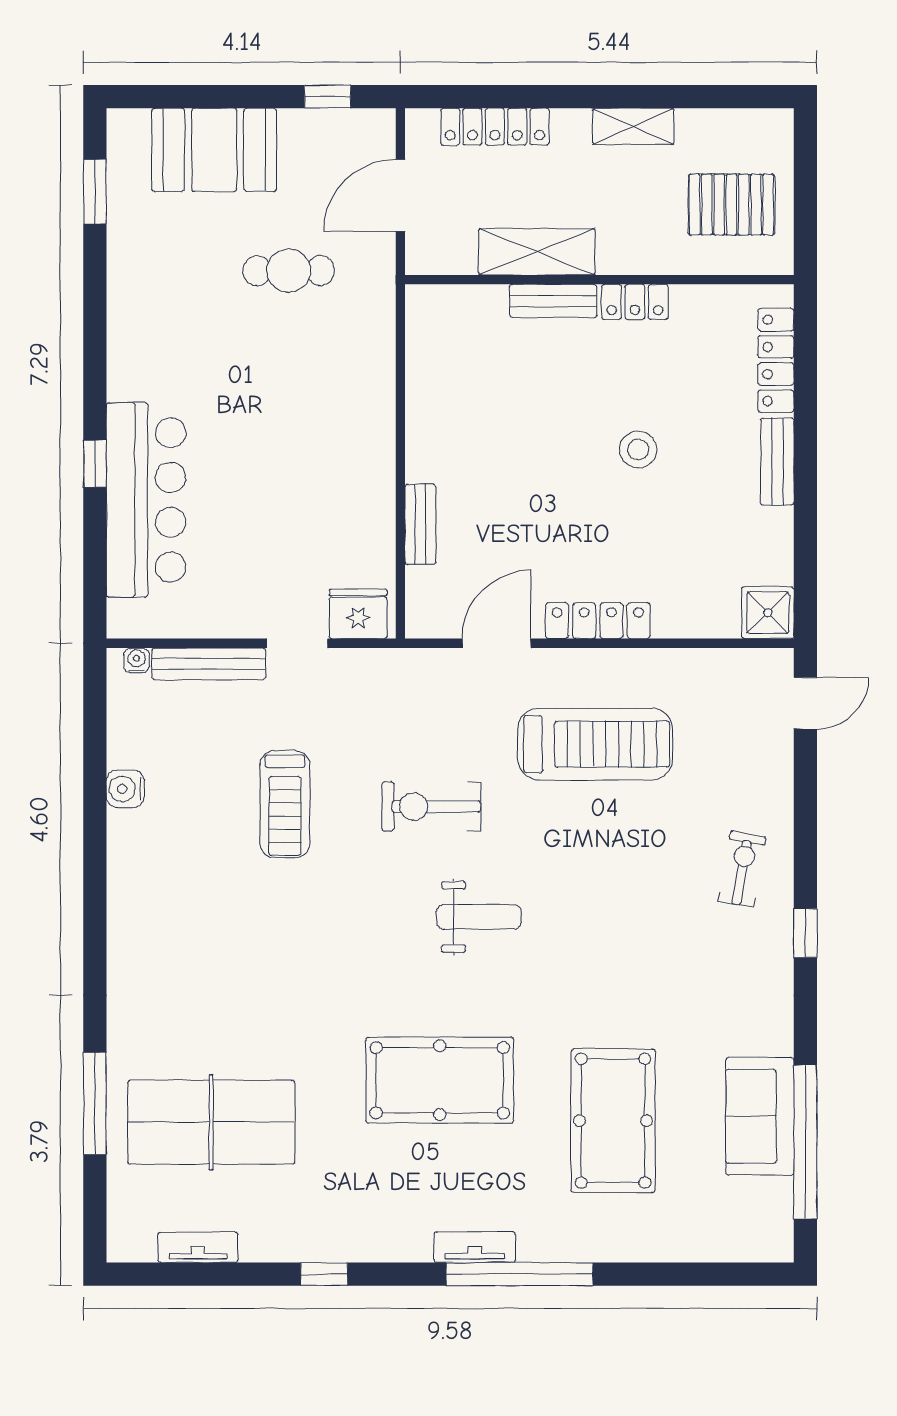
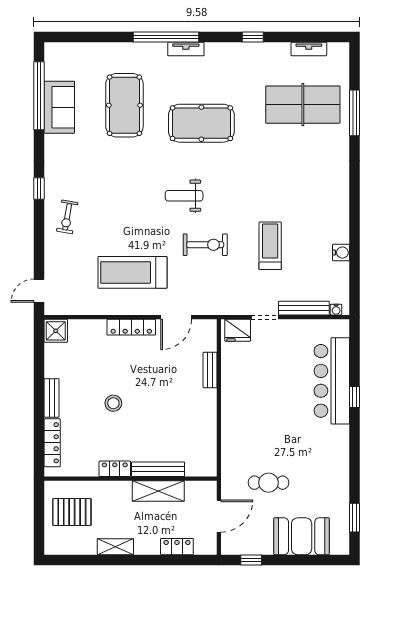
locker: (495, 127) -> (177, 547), width x0.66
bench: (553, 301) -> (158, 469), width x1.36

